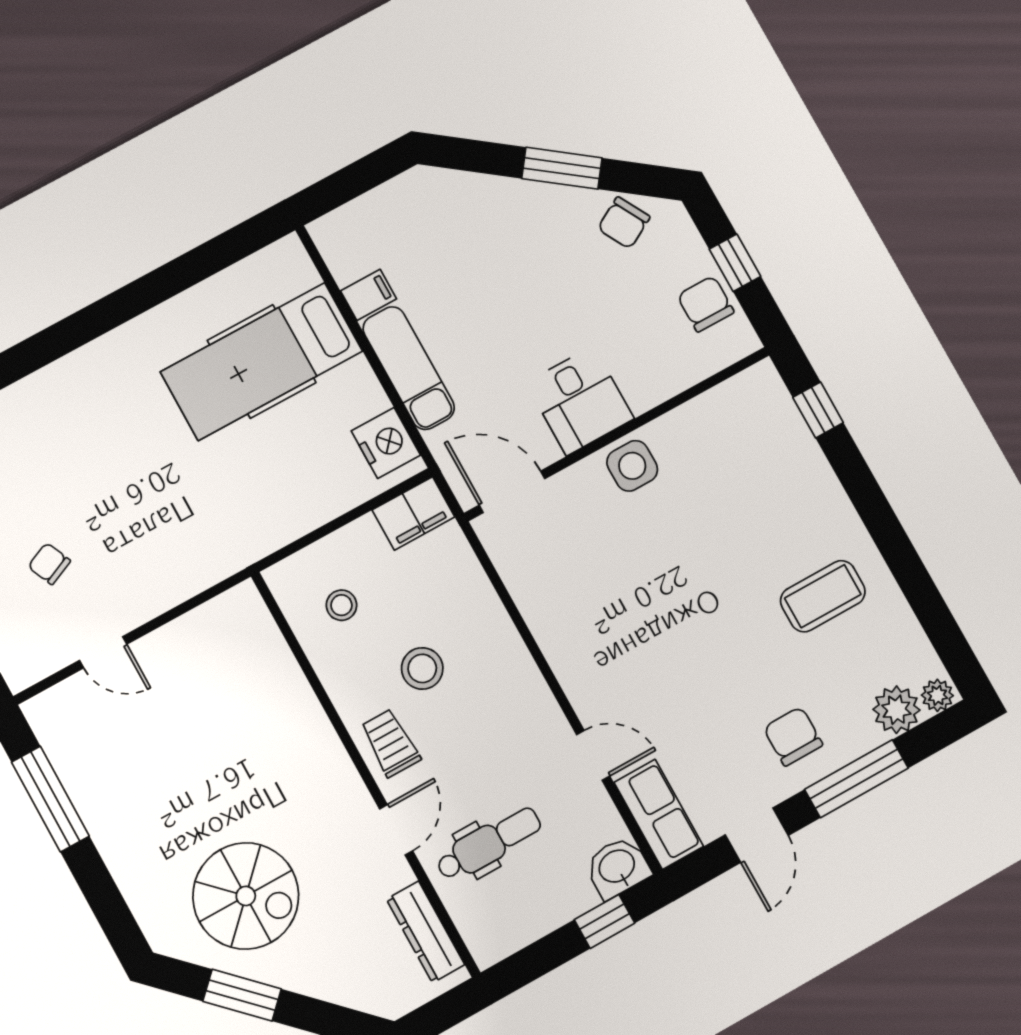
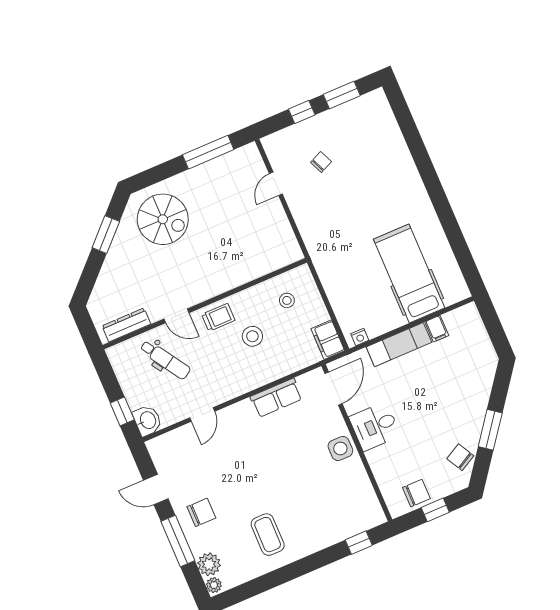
nightstand: (386, 443) -> (360, 337), width x0.53, depth x0.56
row of seats: (659, 814) -> (276, 398), moved
dental chair: (489, 844) -> (165, 360), turned -33
spiral stairs: (246, 896) -> (163, 219), moved, turned -90

